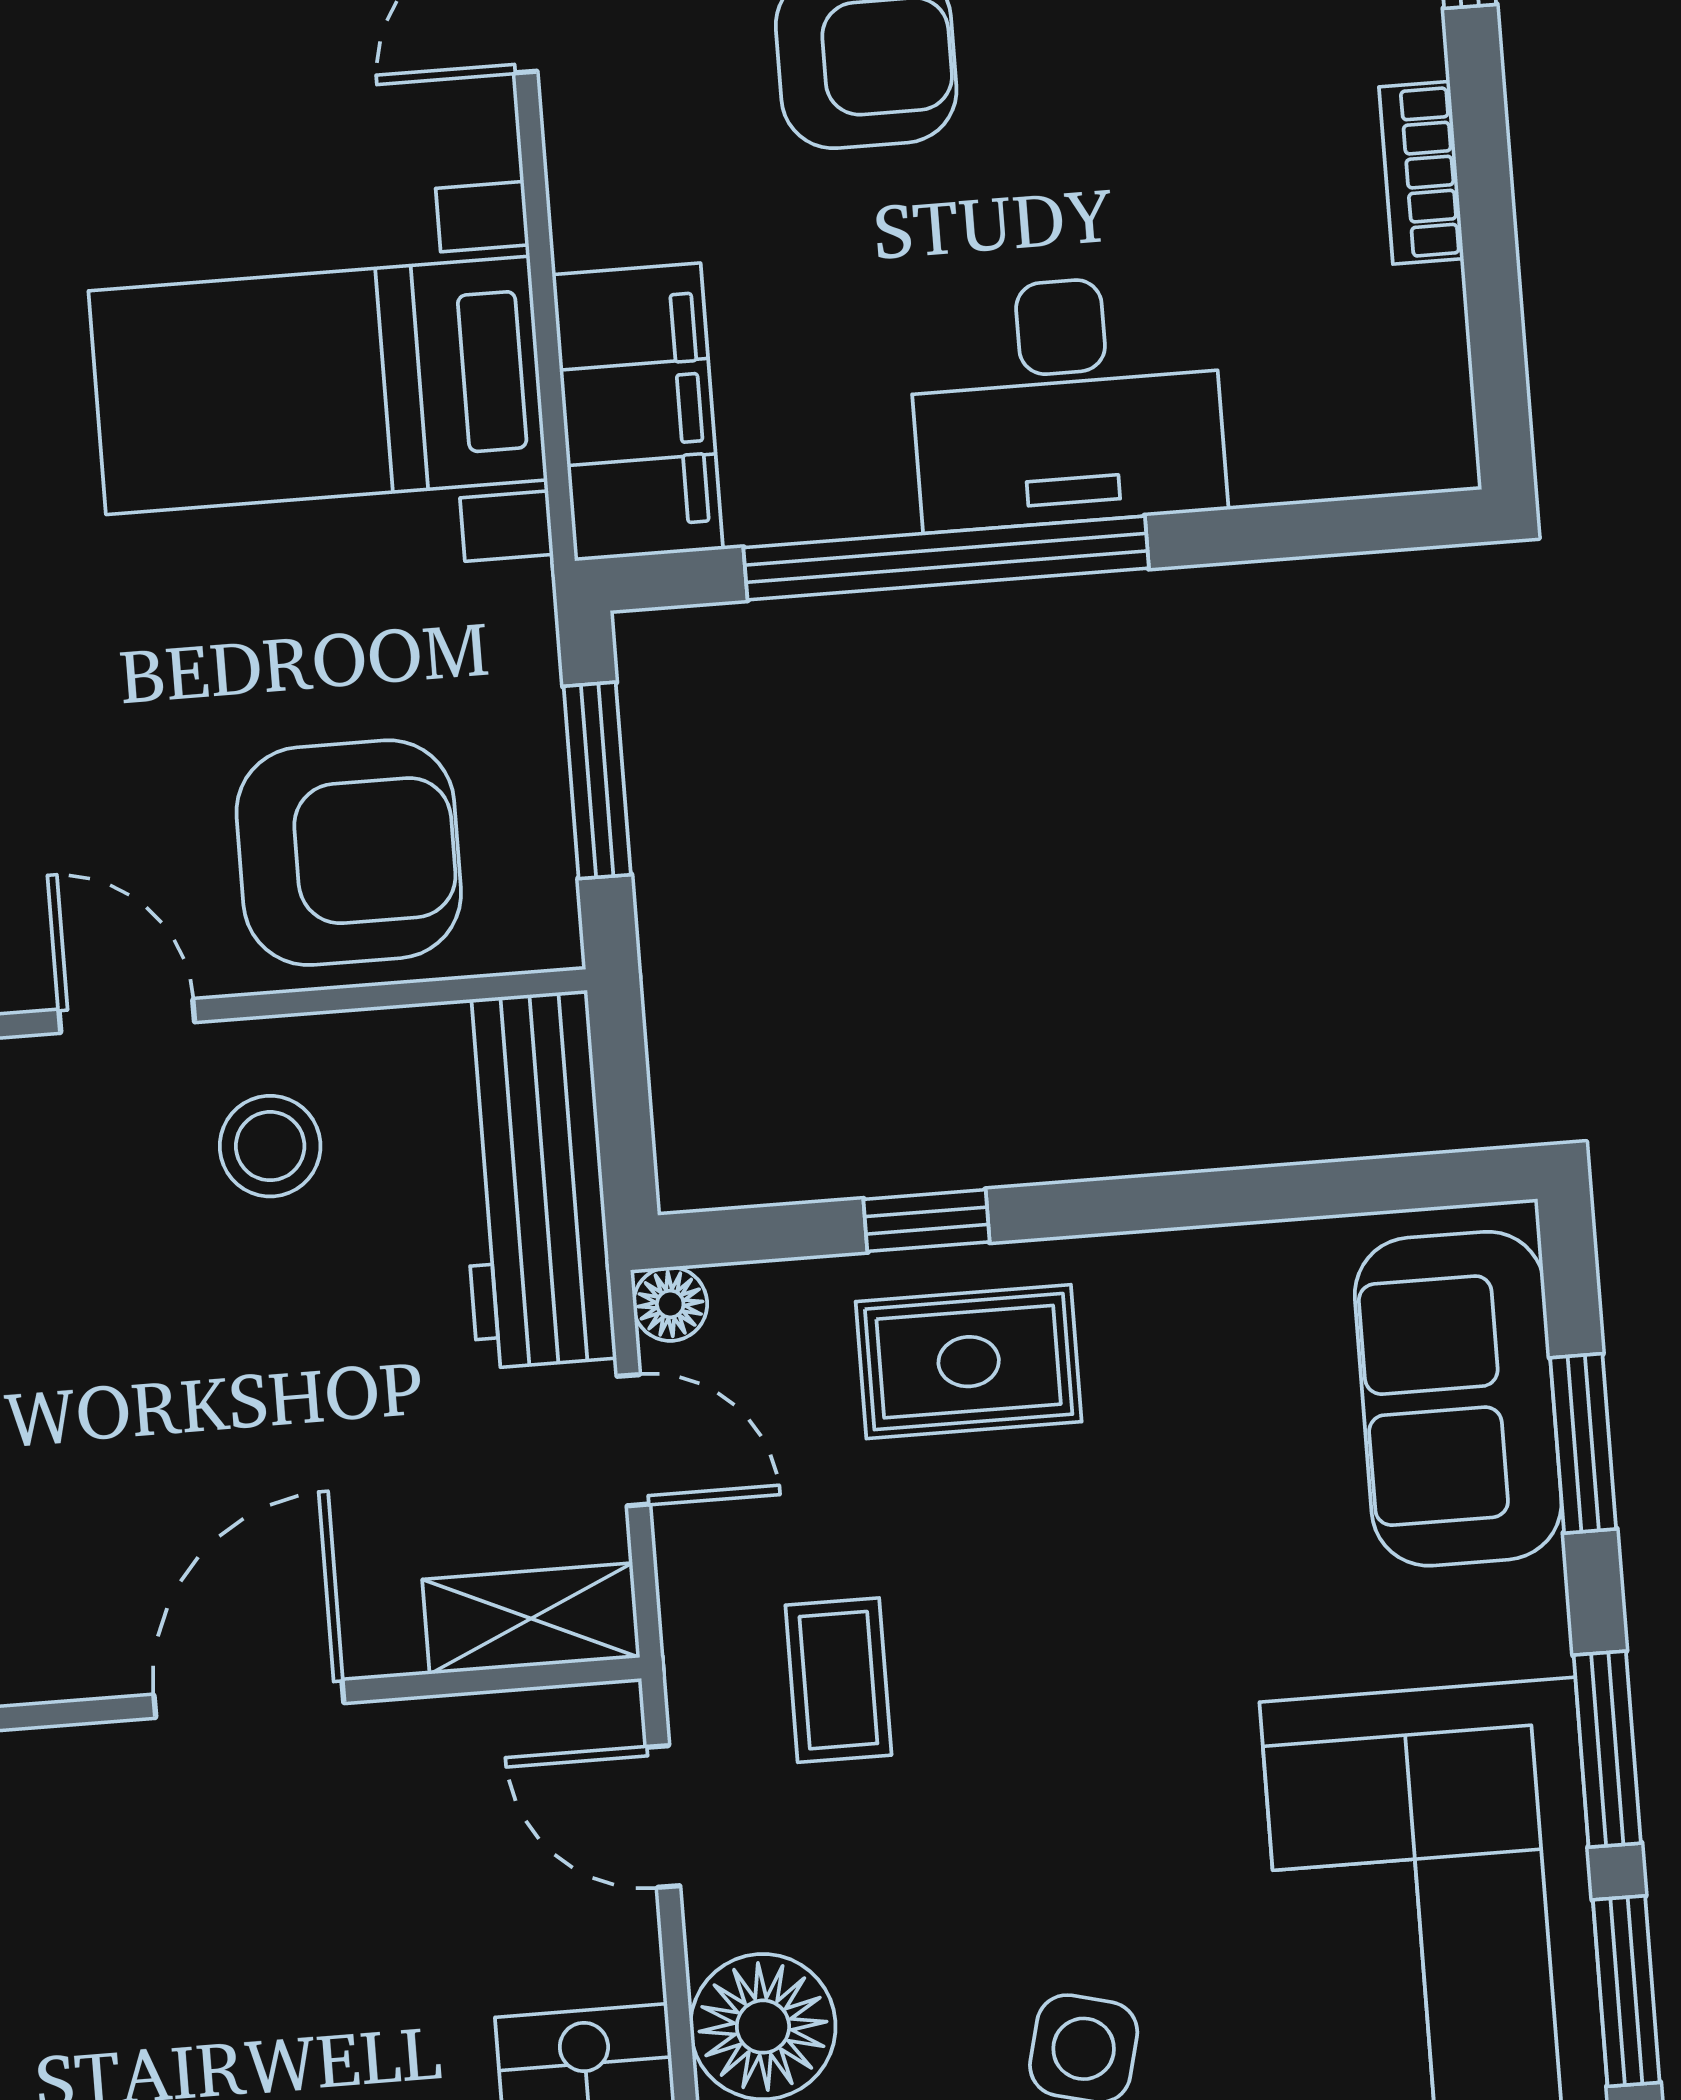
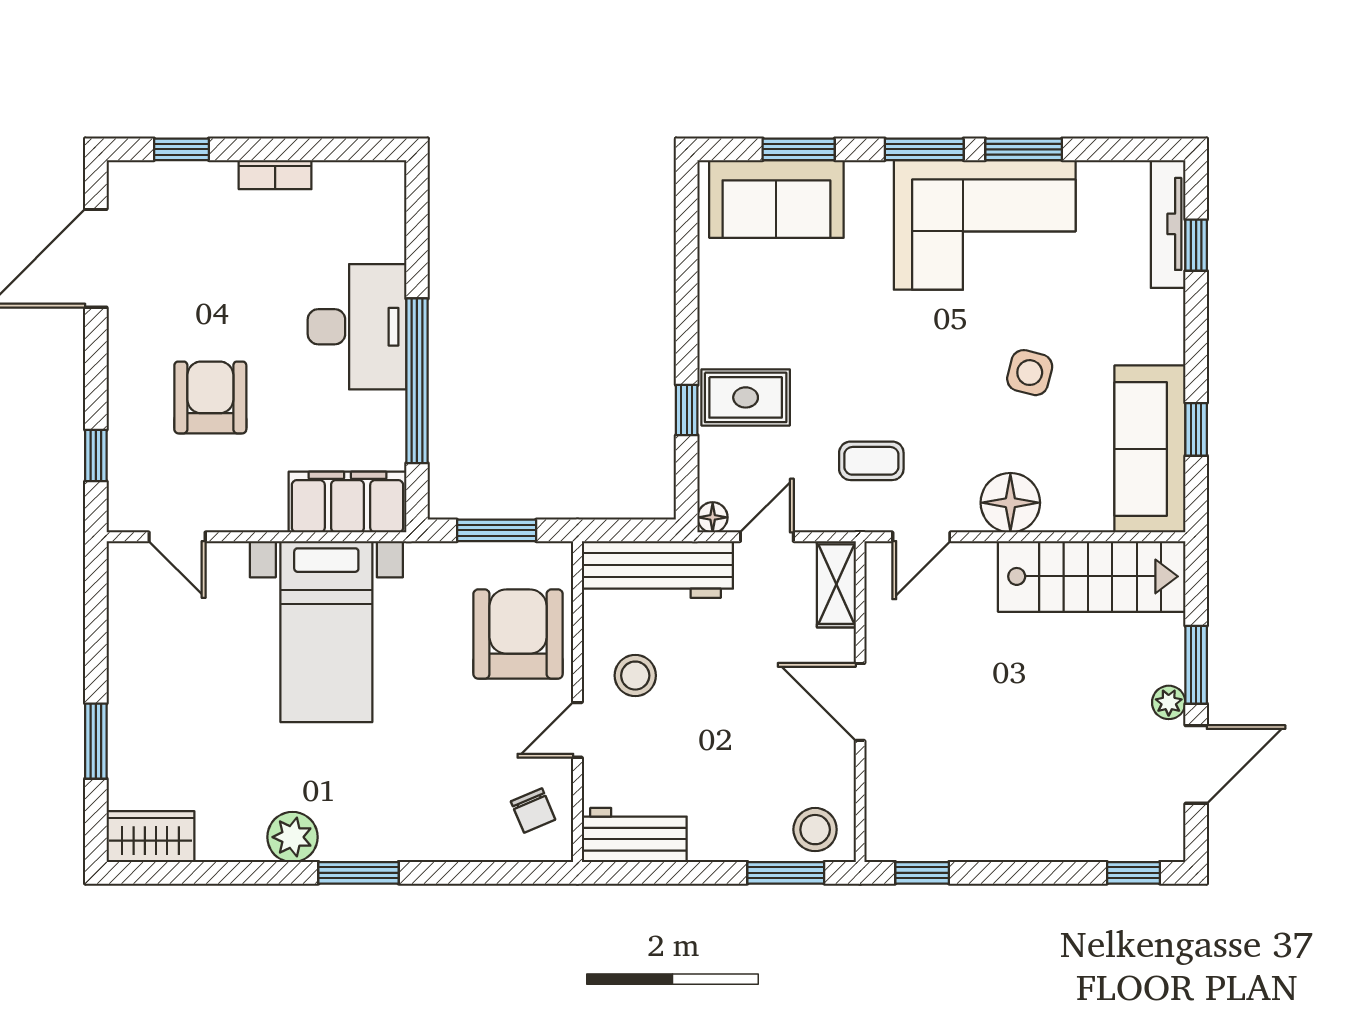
rug: (969, 1362) -> (746, 397), turned 90

